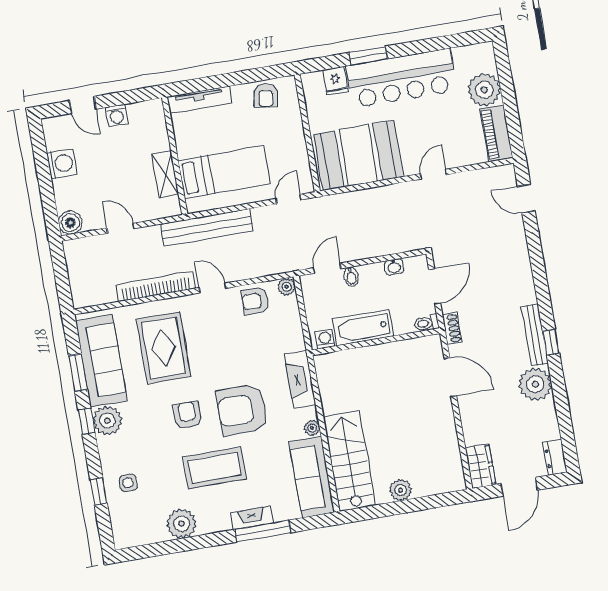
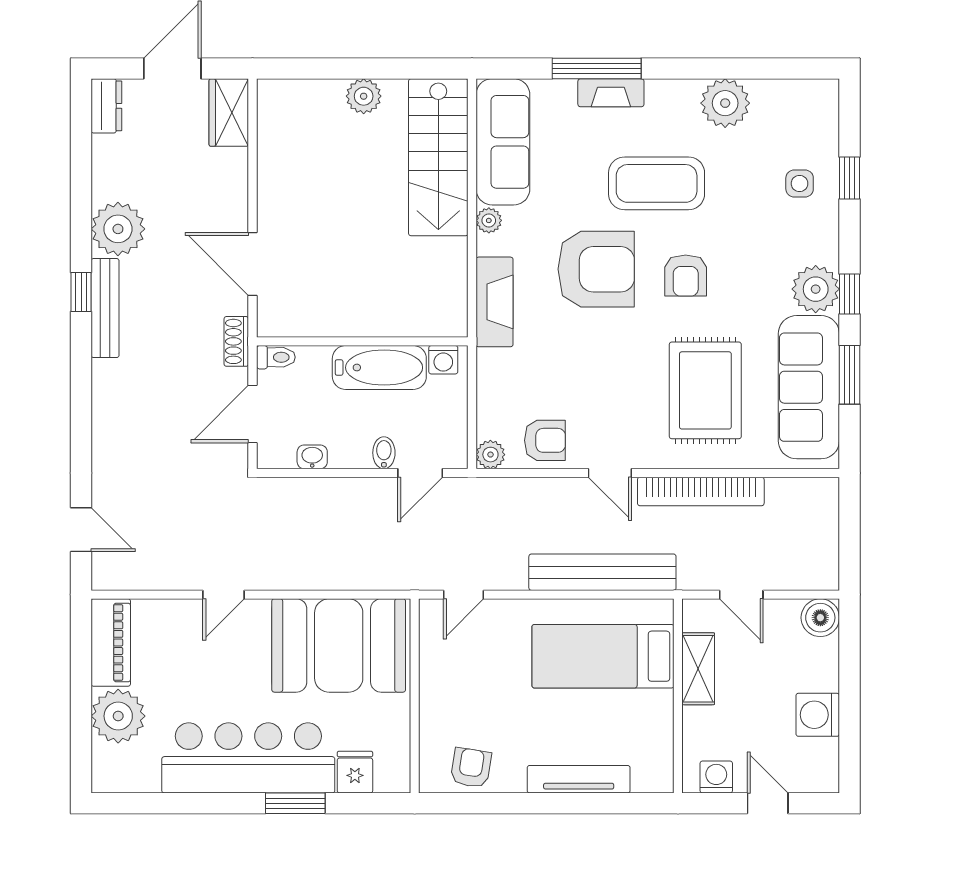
wall: (175, 156) -> (678, 696), moved
bed: (224, 172) -> (603, 656), moved
shelving: (165, 174) -> (698, 669), moved

